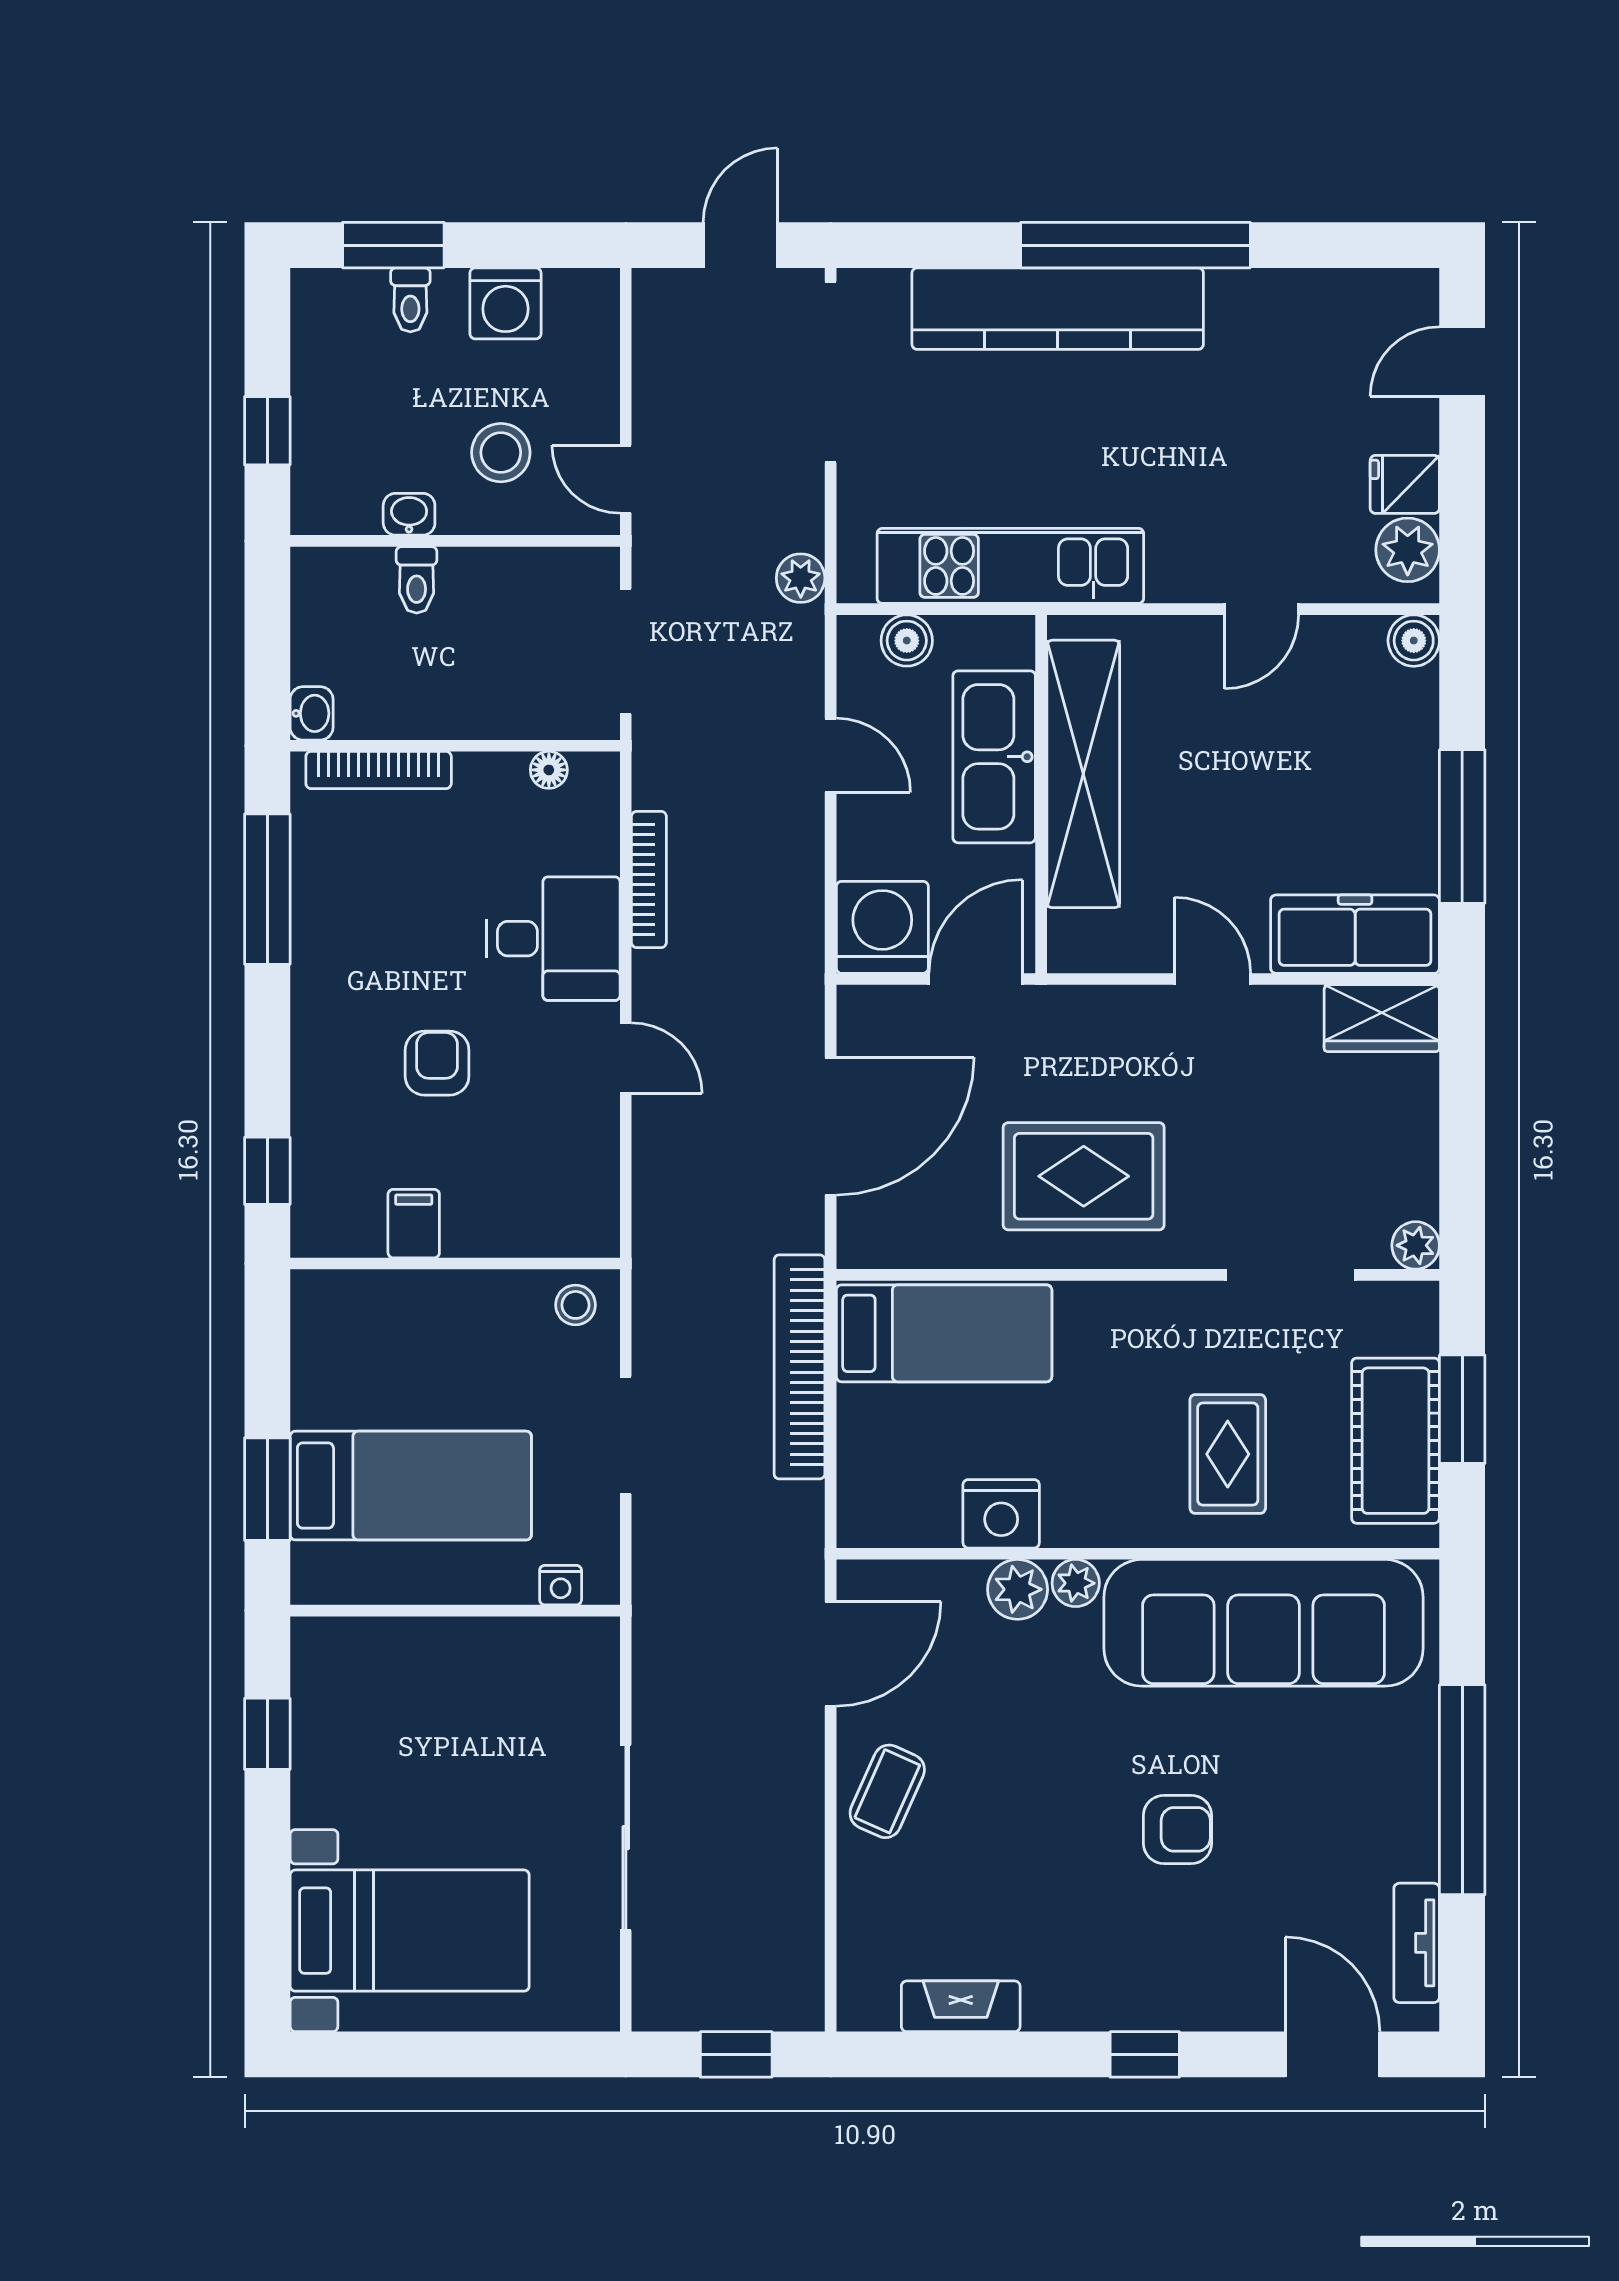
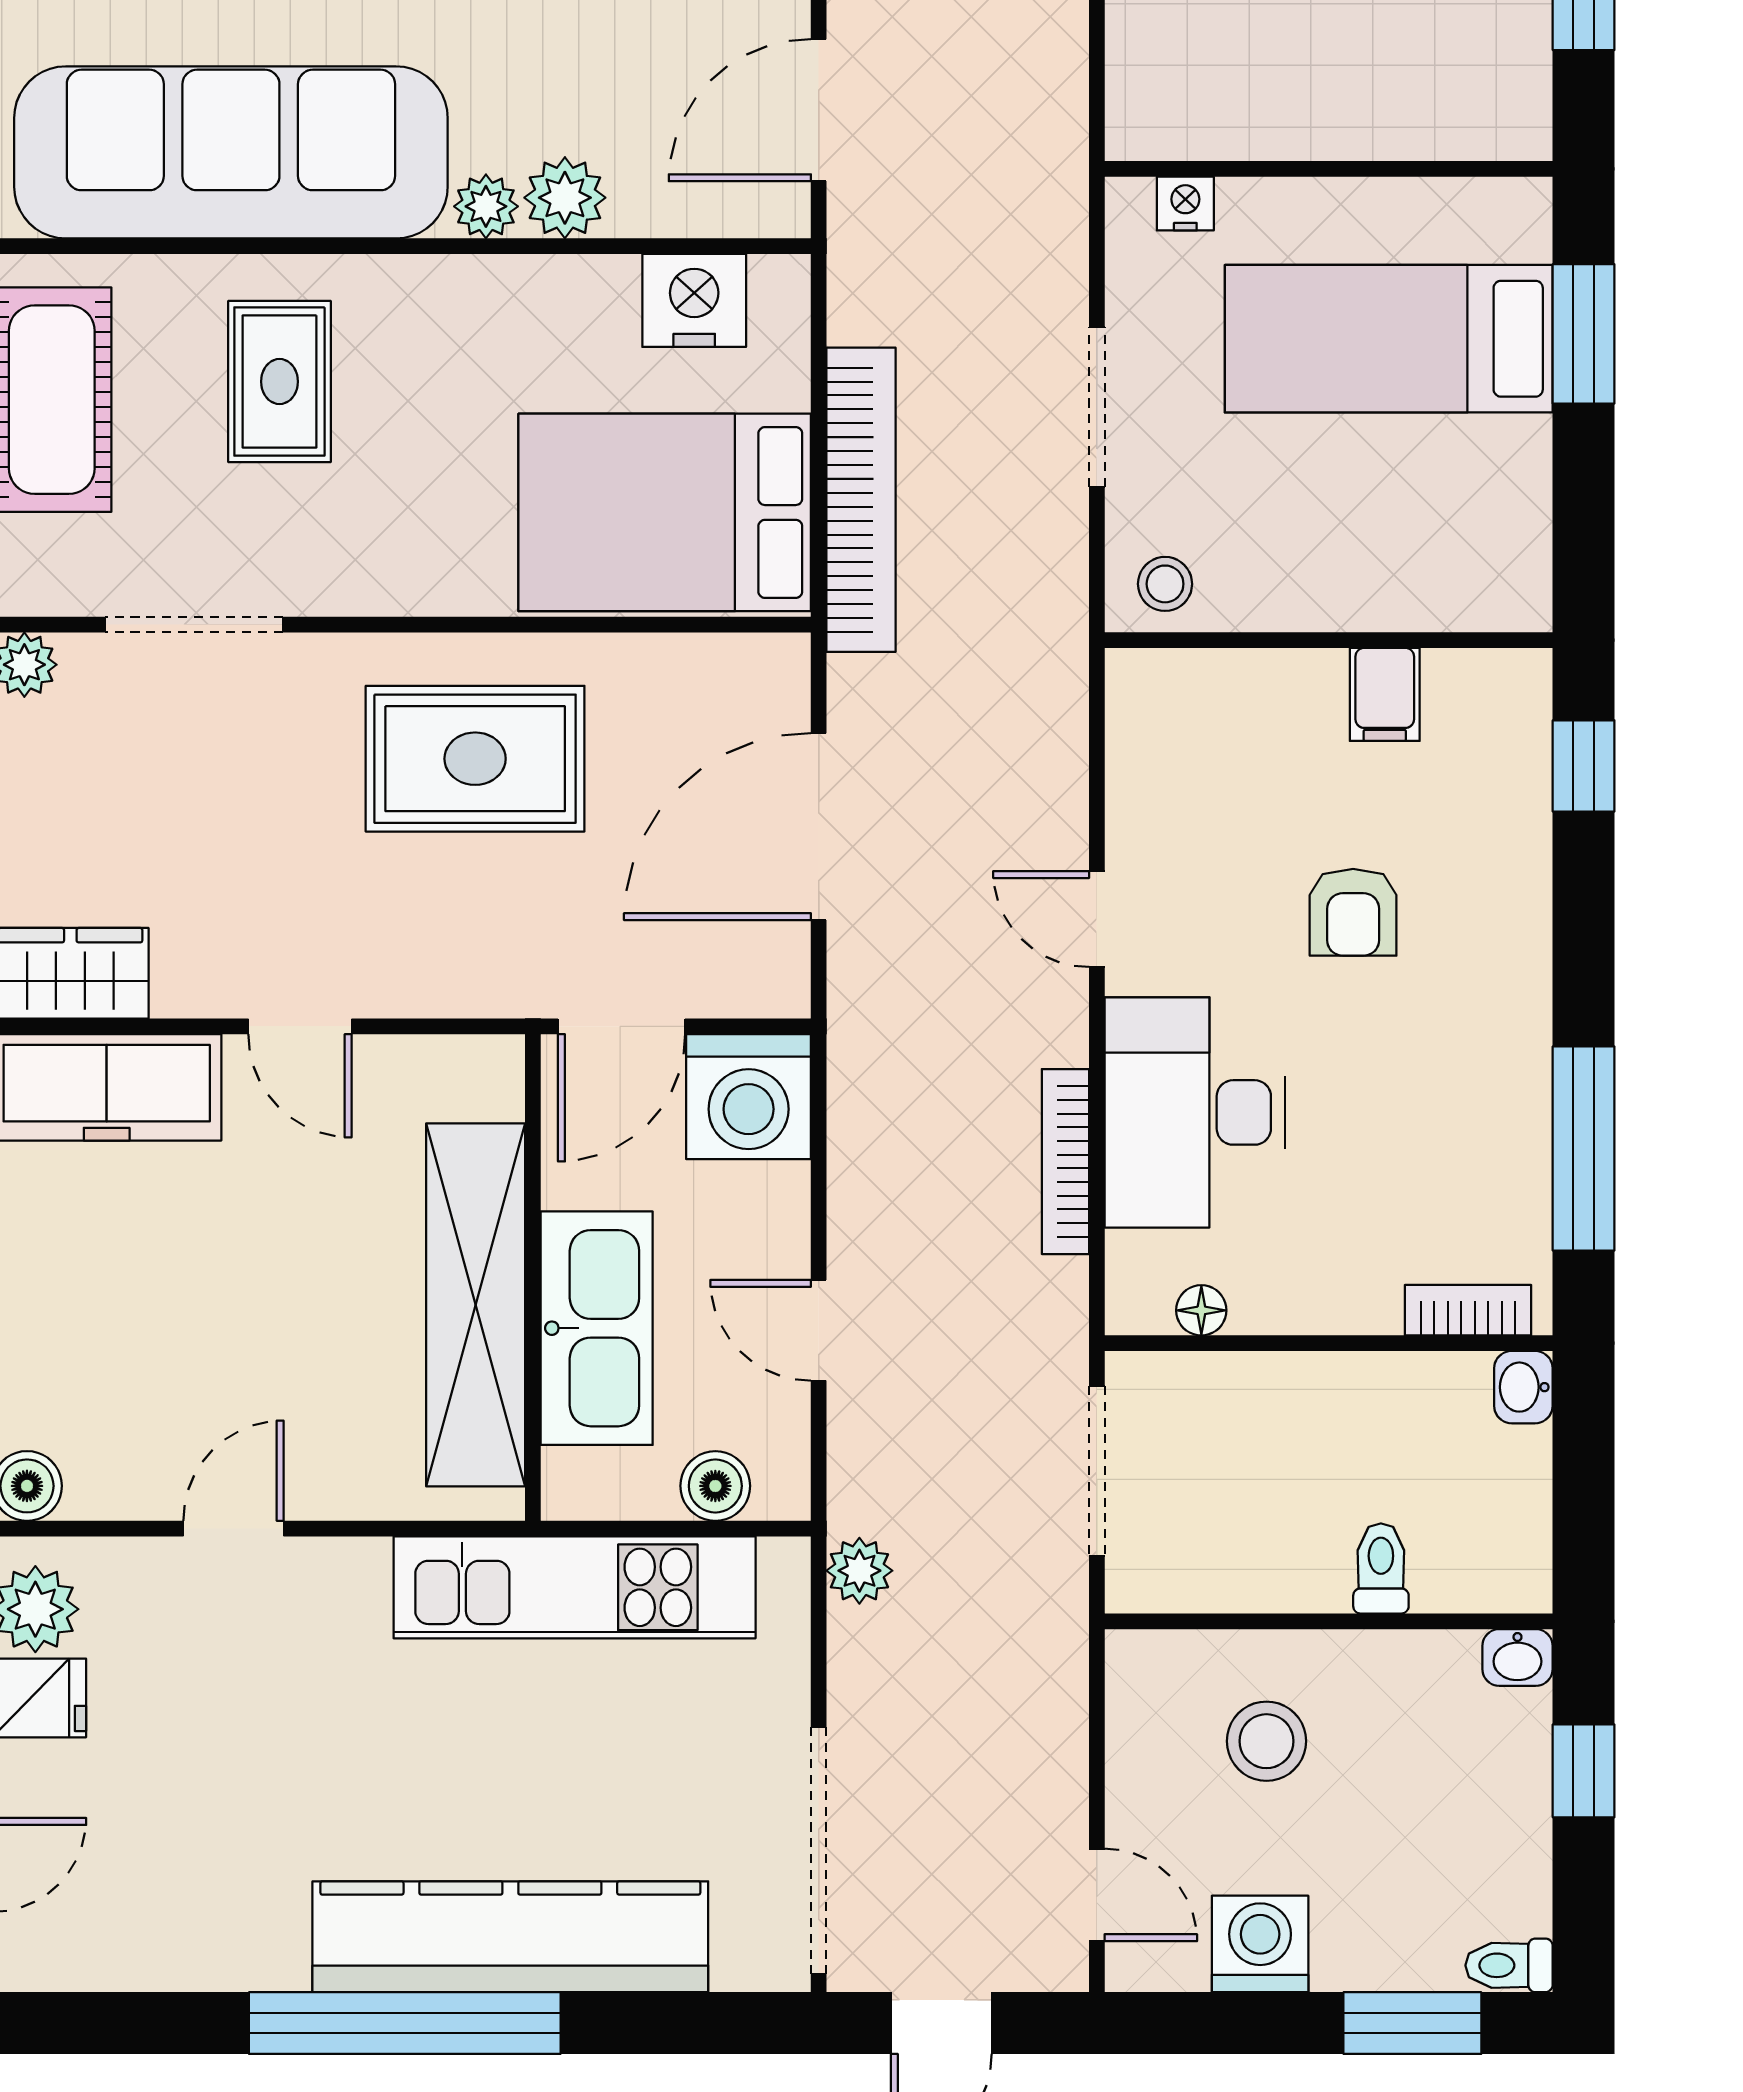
toilet: (410, 300) -> (1509, 1965), moved, turned -90
door: (626, 479) -> (1097, 1895), moved
washbasin: (409, 514) -> (1517, 1657), moved
bookcase: (379, 770) -> (1468, 1310), width x0.64
desk: (553, 939) -> (1195, 1112), width x1.37
bed: (944, 1333) -> (665, 512), width x1.50
nightstand: (1001, 1514) -> (694, 300), moved

